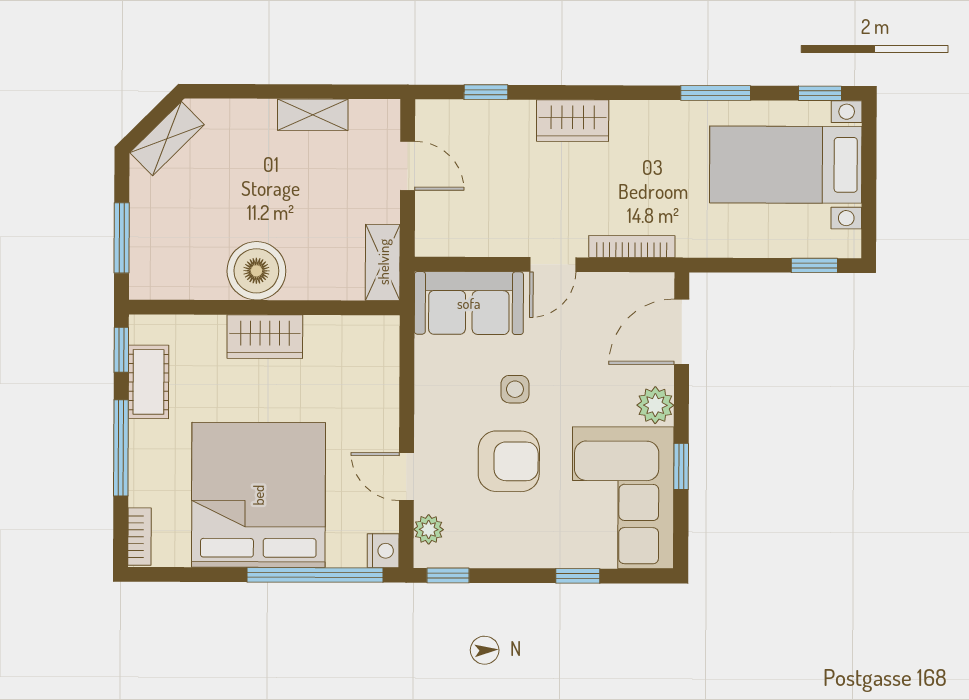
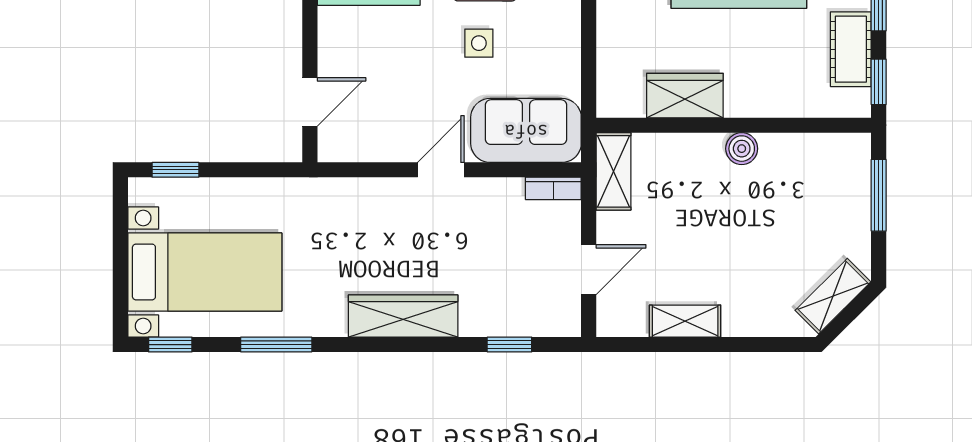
wardrobe: (573, 121) -> (403, 316), width x1.50
door: (408, 166) -> (589, 270), swing flipped
bookcase: (632, 246) -> (553, 188), moved, width x0.64
boiler: (256, 271) -> (742, 149), width x0.54, depth x0.54
door: (682, 332) -> (310, 102), width x0.73
wardrobe: (265, 337) -> (685, 96), moved
plant: (655, 405) -> (336, 27), removed

